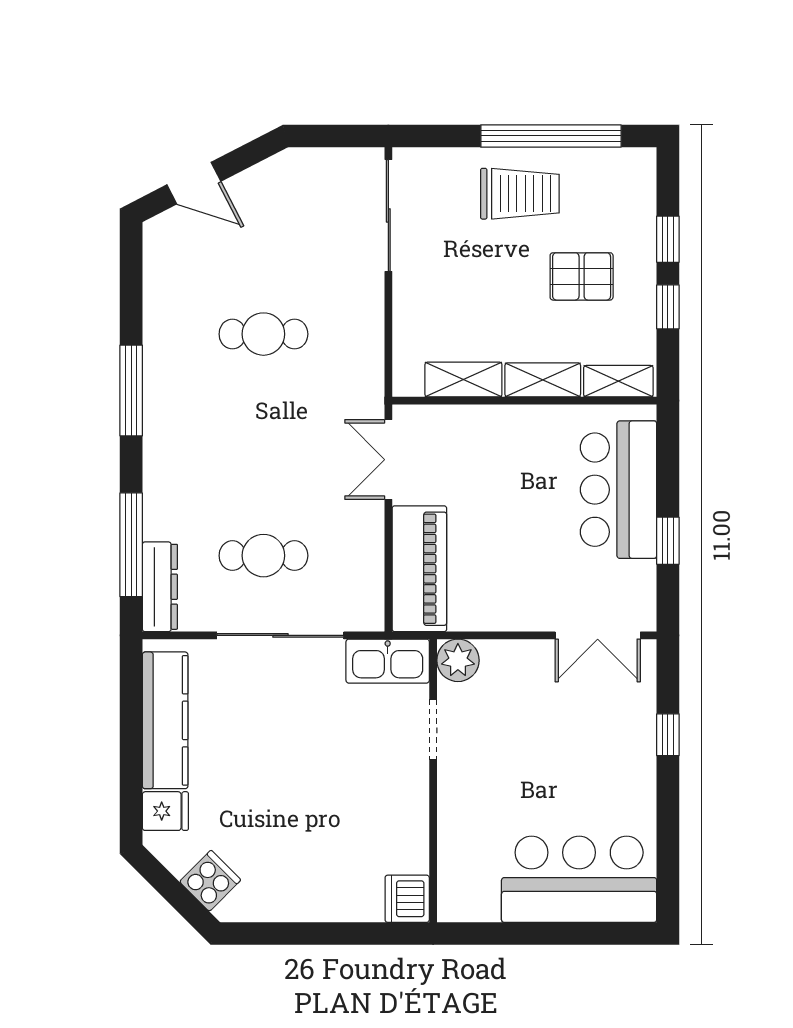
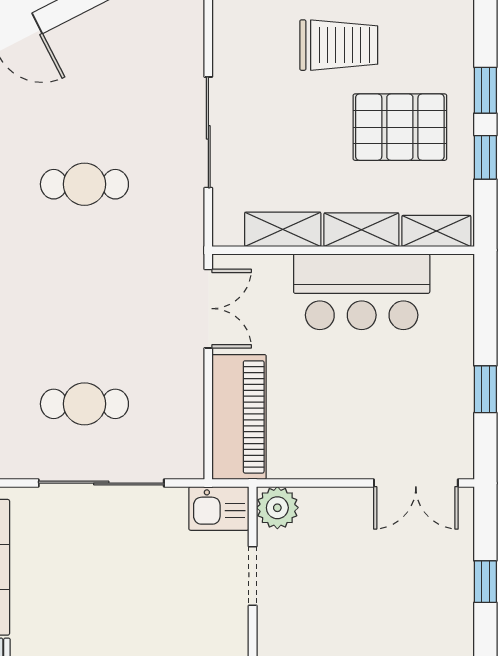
sliding door: (388, 215) -> (208, 132), moved
pallet: (582, 276) -> (400, 127), width x1.50, depth x1.42
double door: (388, 460) -> (208, 309), swing flipped
bar counter: (618, 490) -> (362, 292), moved, turned -90
kitchen sink: (388, 661) -> (219, 508), width x0.73

